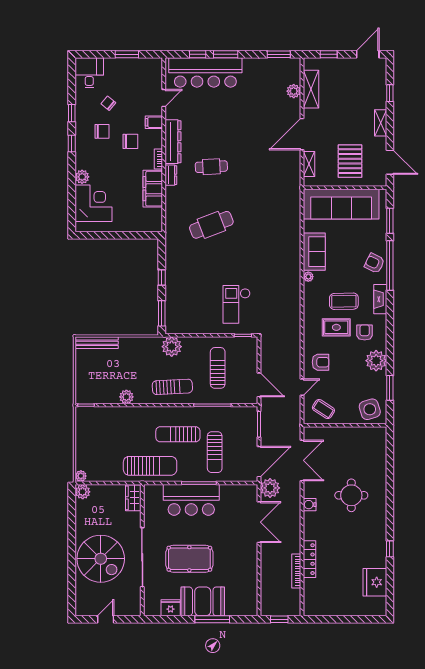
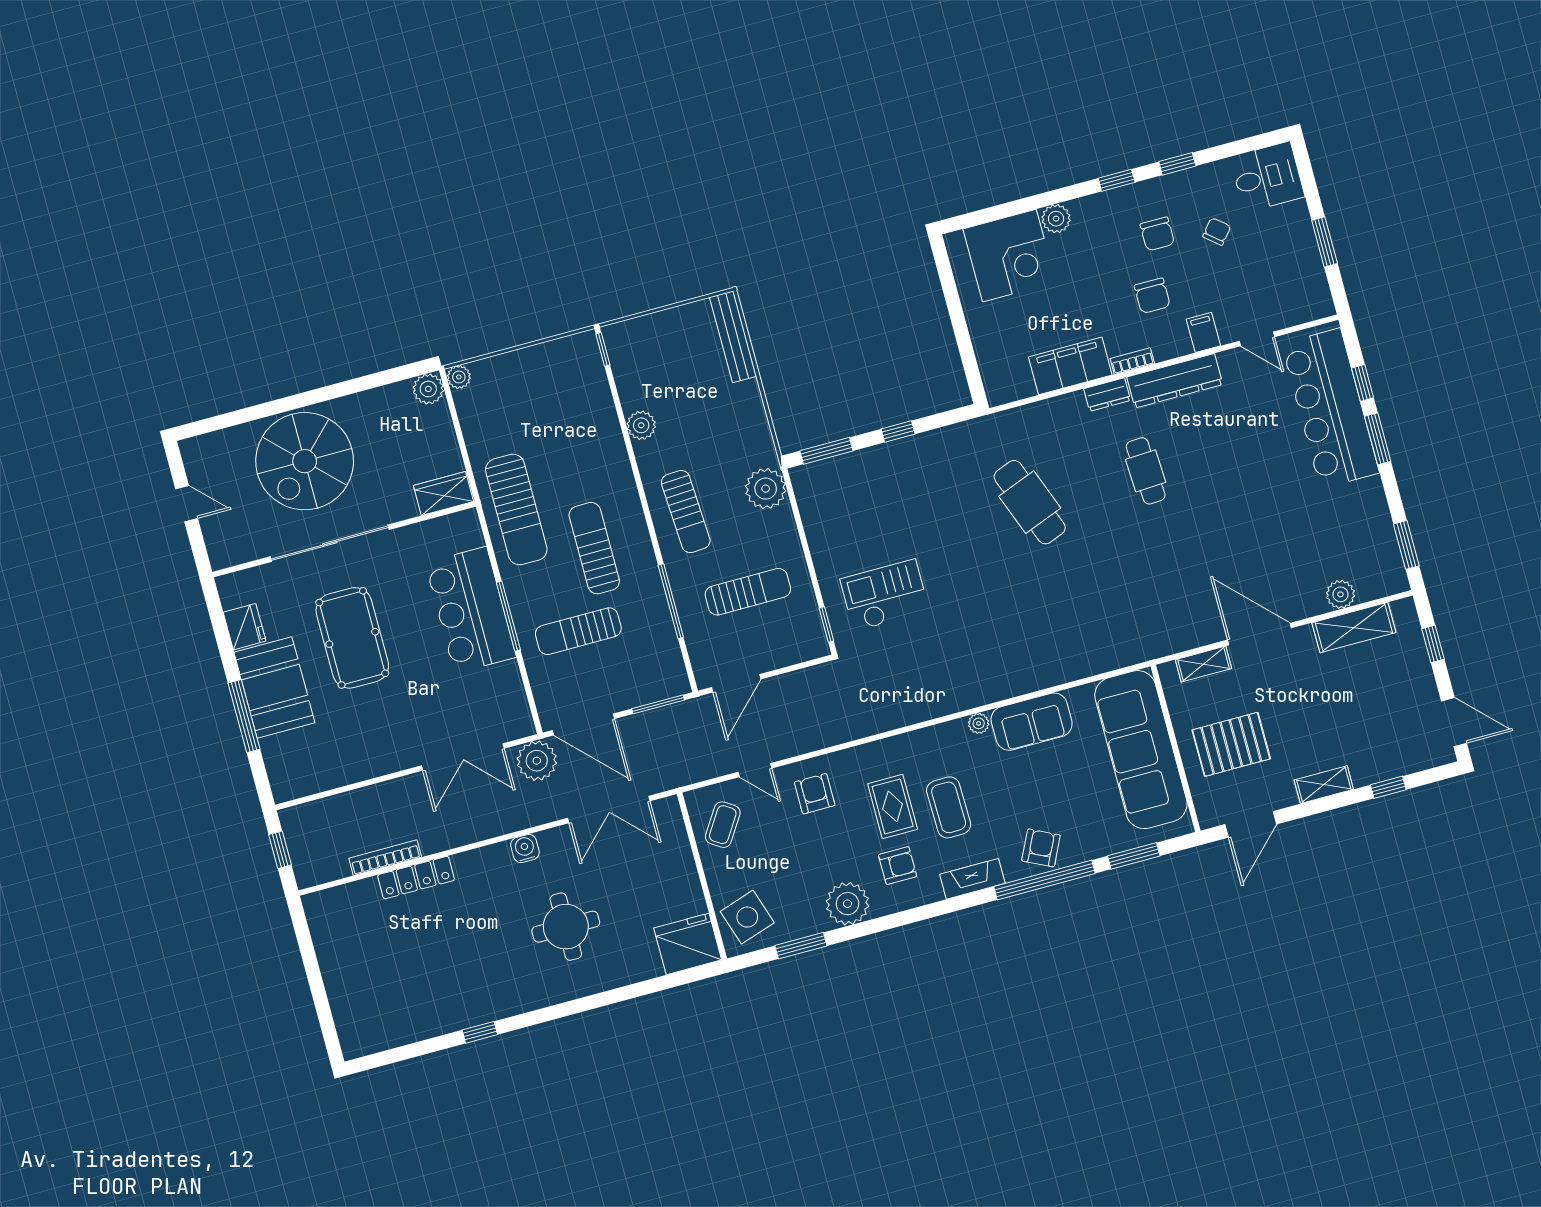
armchair: (321, 362) -> (815, 794), turned 180
fridge: (375, 582) -> (688, 944), moved

